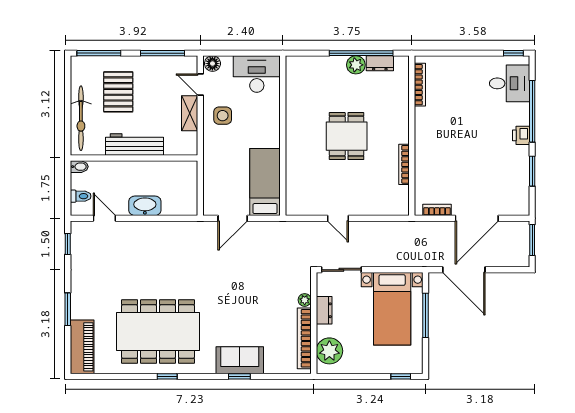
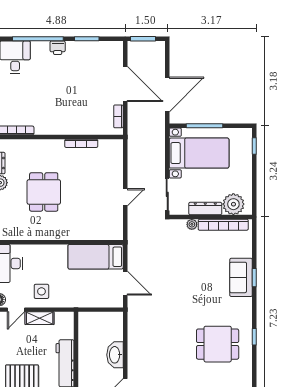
dining table: (347, 136) -> (44, 192), moved, turned 90
dresser: (324, 310) -> (205, 209), width x1.44
dining table: (158, 331) -> (218, 344), width x0.53, depth x0.80

